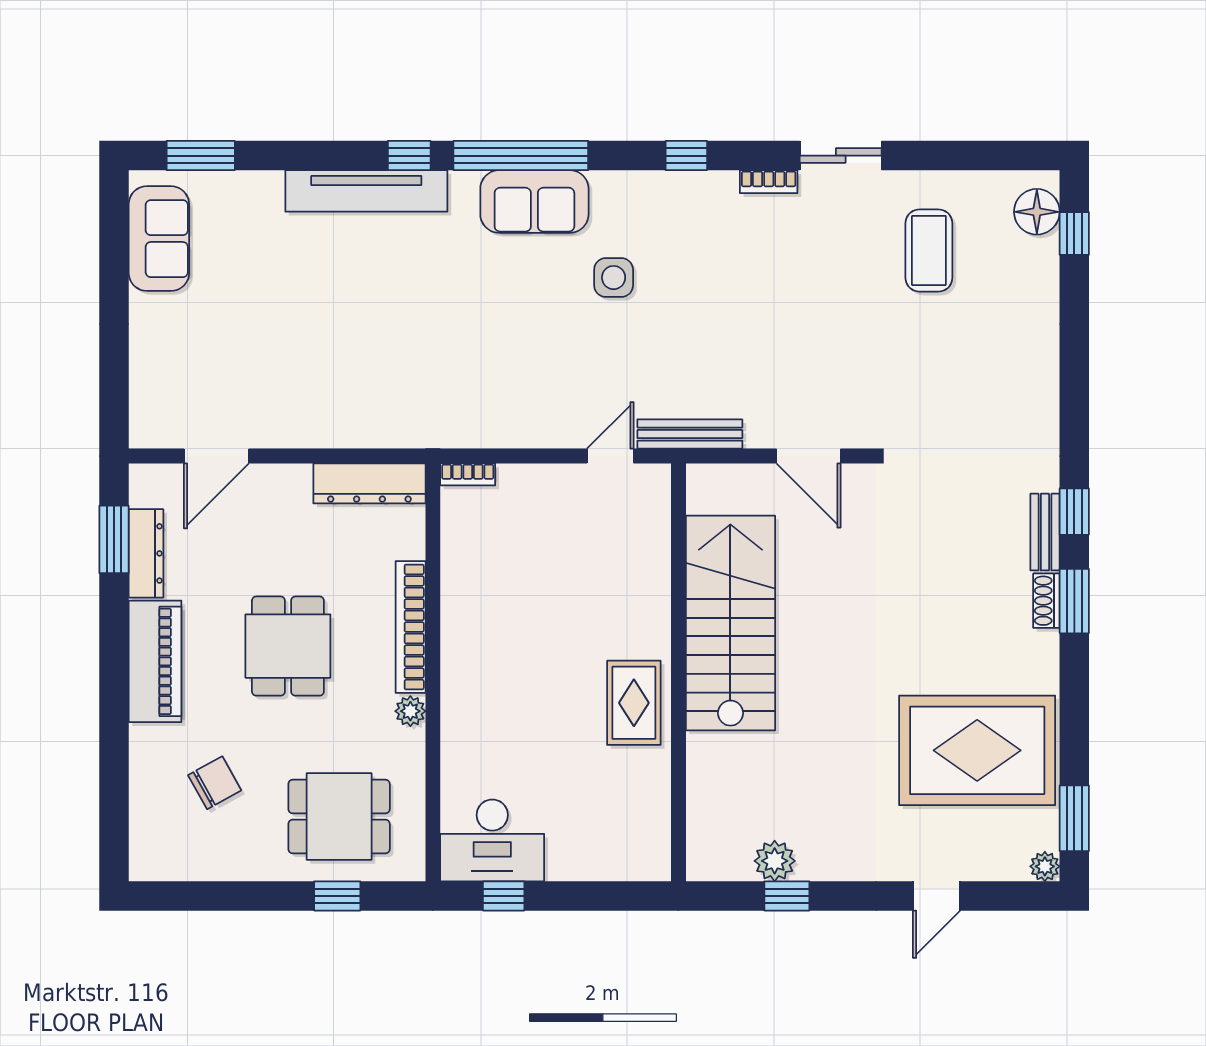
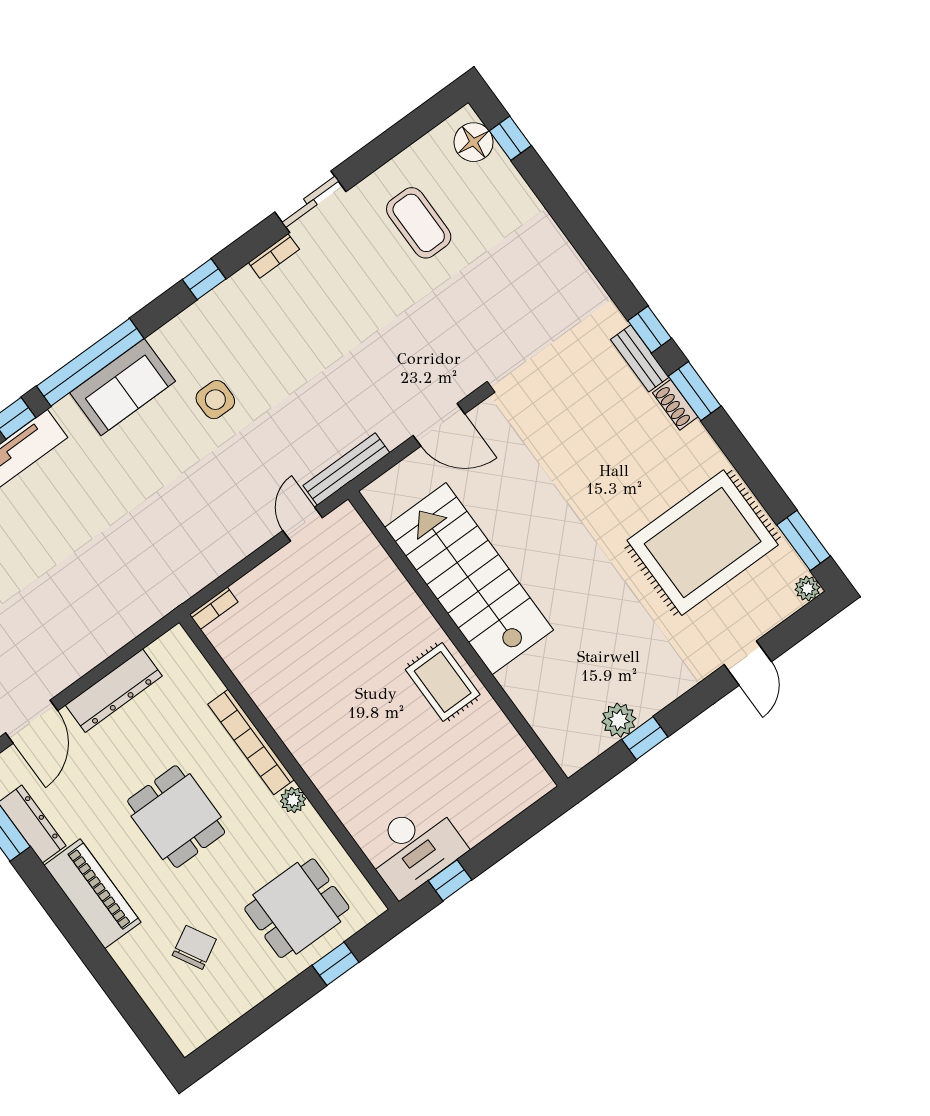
dresser: (369, 483) -> (114, 691), moved

